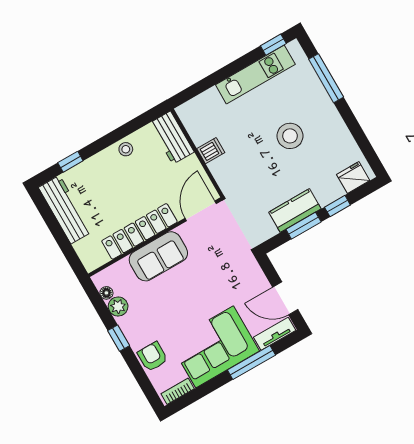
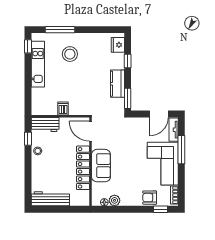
stool: (290, 136) -> (70, 54), moved
window: (70, 162) -> (28, 139), moved
window: (304, 226) -> (128, 98), moved
window: (119, 338) -> (161, 209), moved

